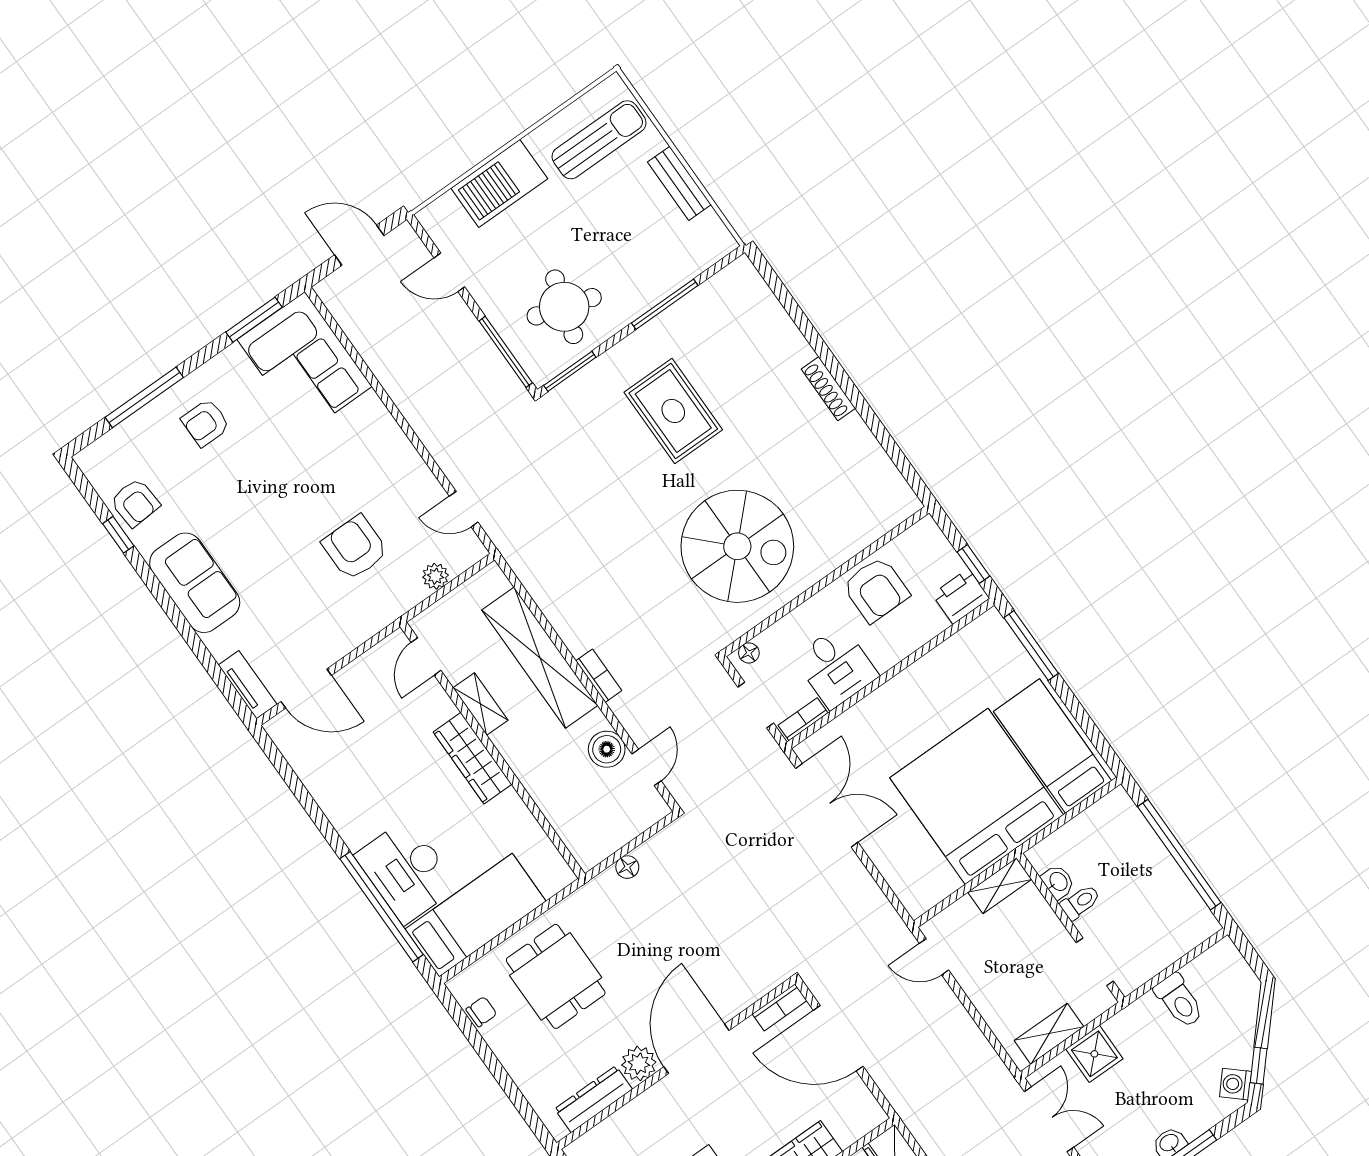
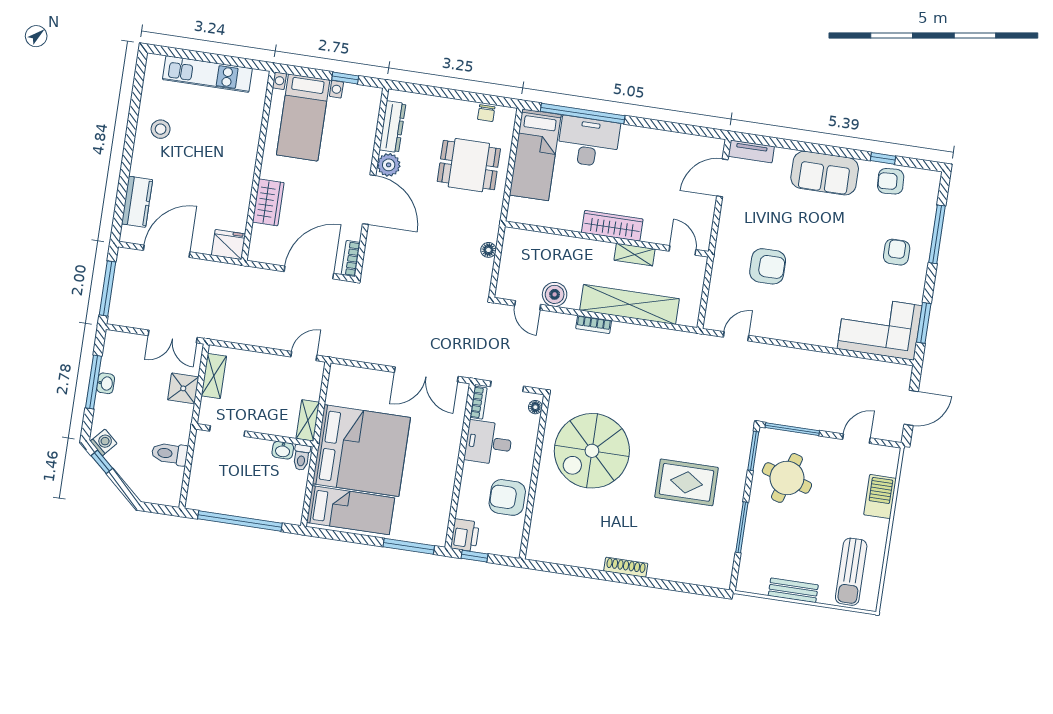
barbecue: (499, 184) -> (880, 497), width x0.73, depth x0.83
plant: (435, 576) -> (717, 292), removed
toilet: (1080, 902) -> (301, 457), moved

